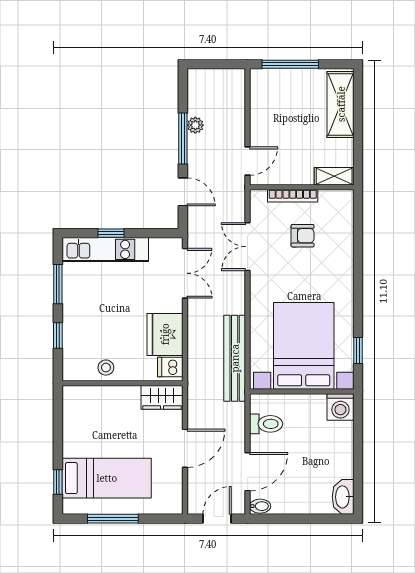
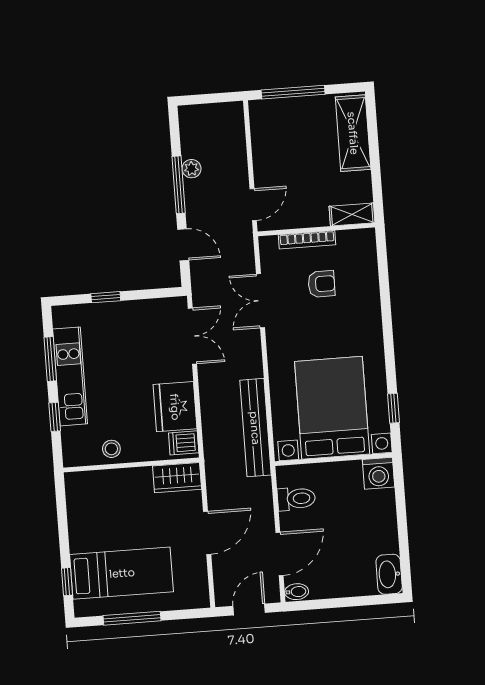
kitchen unit: (105, 249) -> (70, 376), moved, turned -90

